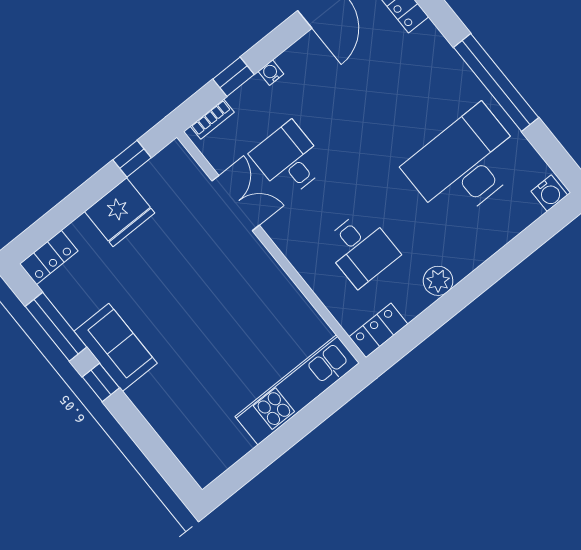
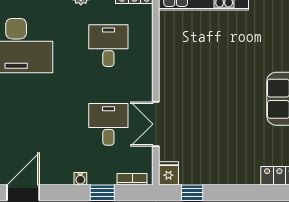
desk: (289, 160) -> (108, 124), turned 180
fridge: (120, 212) -> (168, 173), moved, width x0.53, depth x0.75

